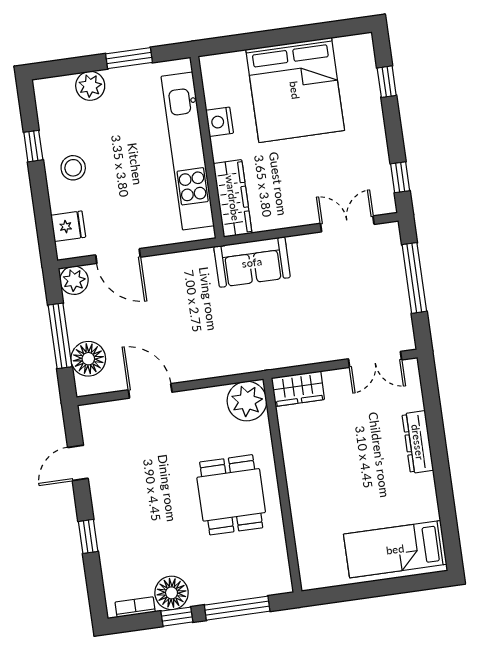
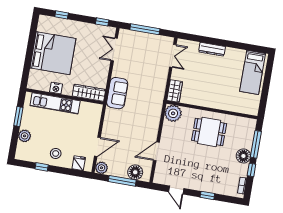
kitchen unit: (188, 151) -> (55, 103), width x0.73
floor lamp: (172, 593) -> (243, 156), moved

